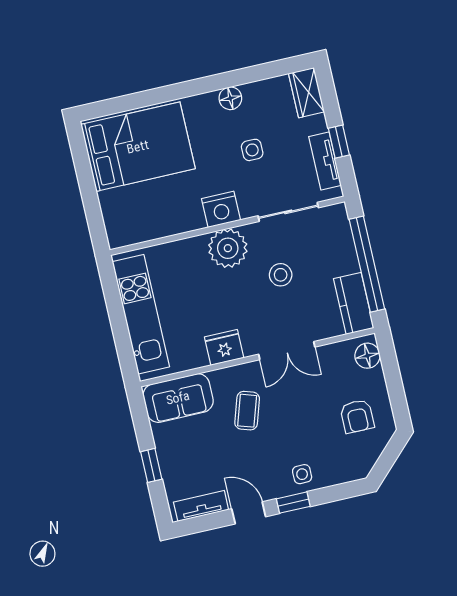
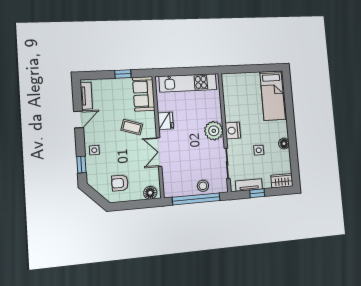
bed: (138, 147) -> (273, 96), width x0.67
stool: (281, 275) -> (203, 186), moved
kitchen counter: (354, 303) -> (178, 189), removed
window: (151, 465) -> (123, 74), moved
window: (293, 503) -> (81, 165), moved

